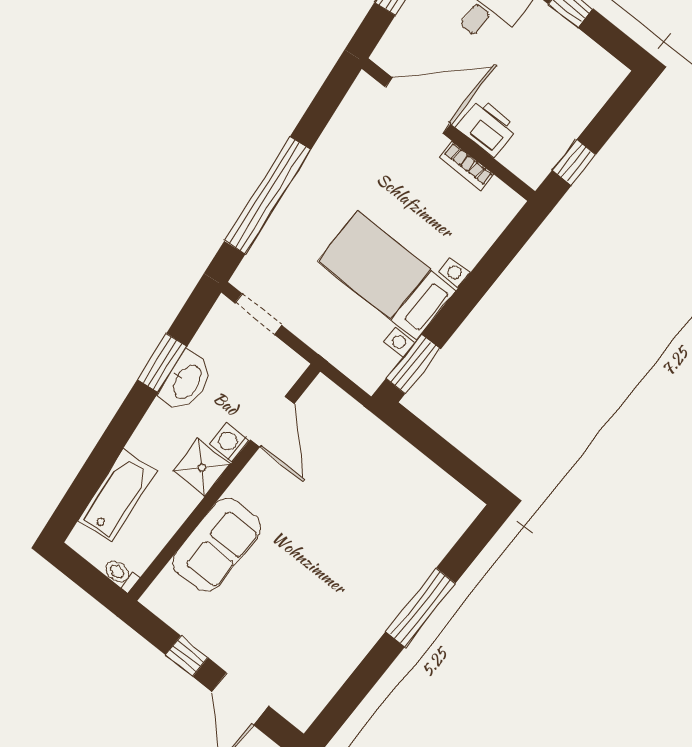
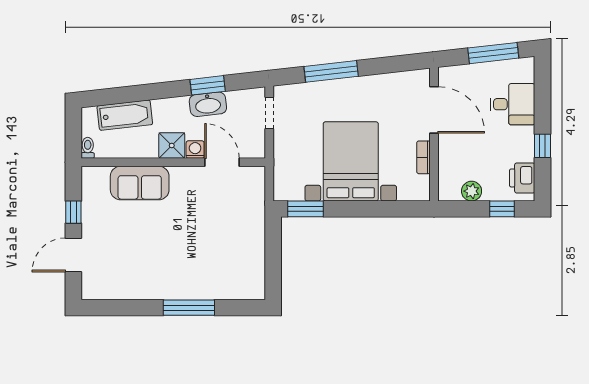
printer: (487, 127) -> (522, 178), moved, turned 180
plant: (556, 139) -> (472, 191), added
window: (574, 163) -> (502, 209), moved
window: (268, 195) -> (331, 71), width x0.68
bed with nightstands: (387, 275) -> (351, 161), width x1.36
door: (272, 422) -> (222, 162), swing flipped

